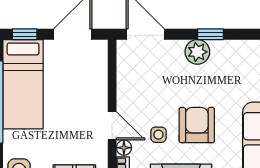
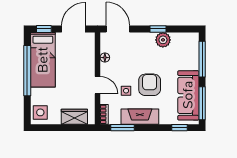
plant: (197, 52) -> (163, 40), moved
floor lamp: (124, 148) -> (105, 58), moved

